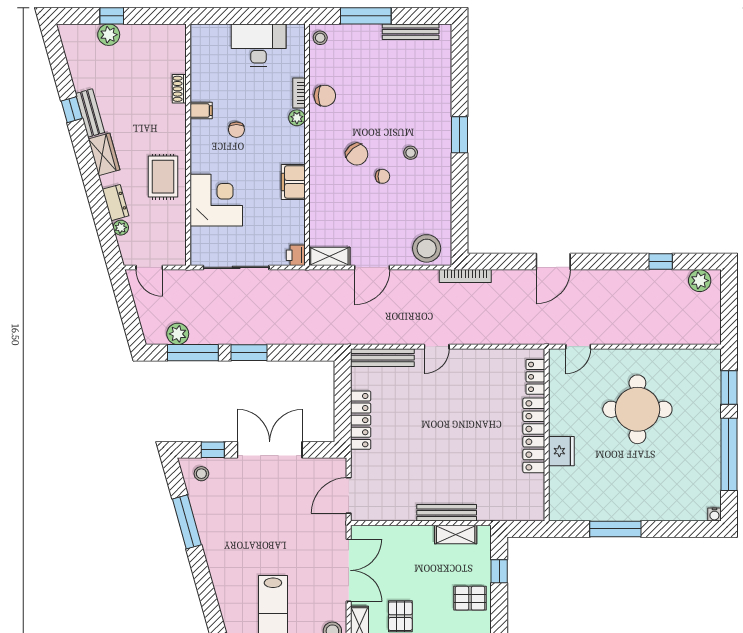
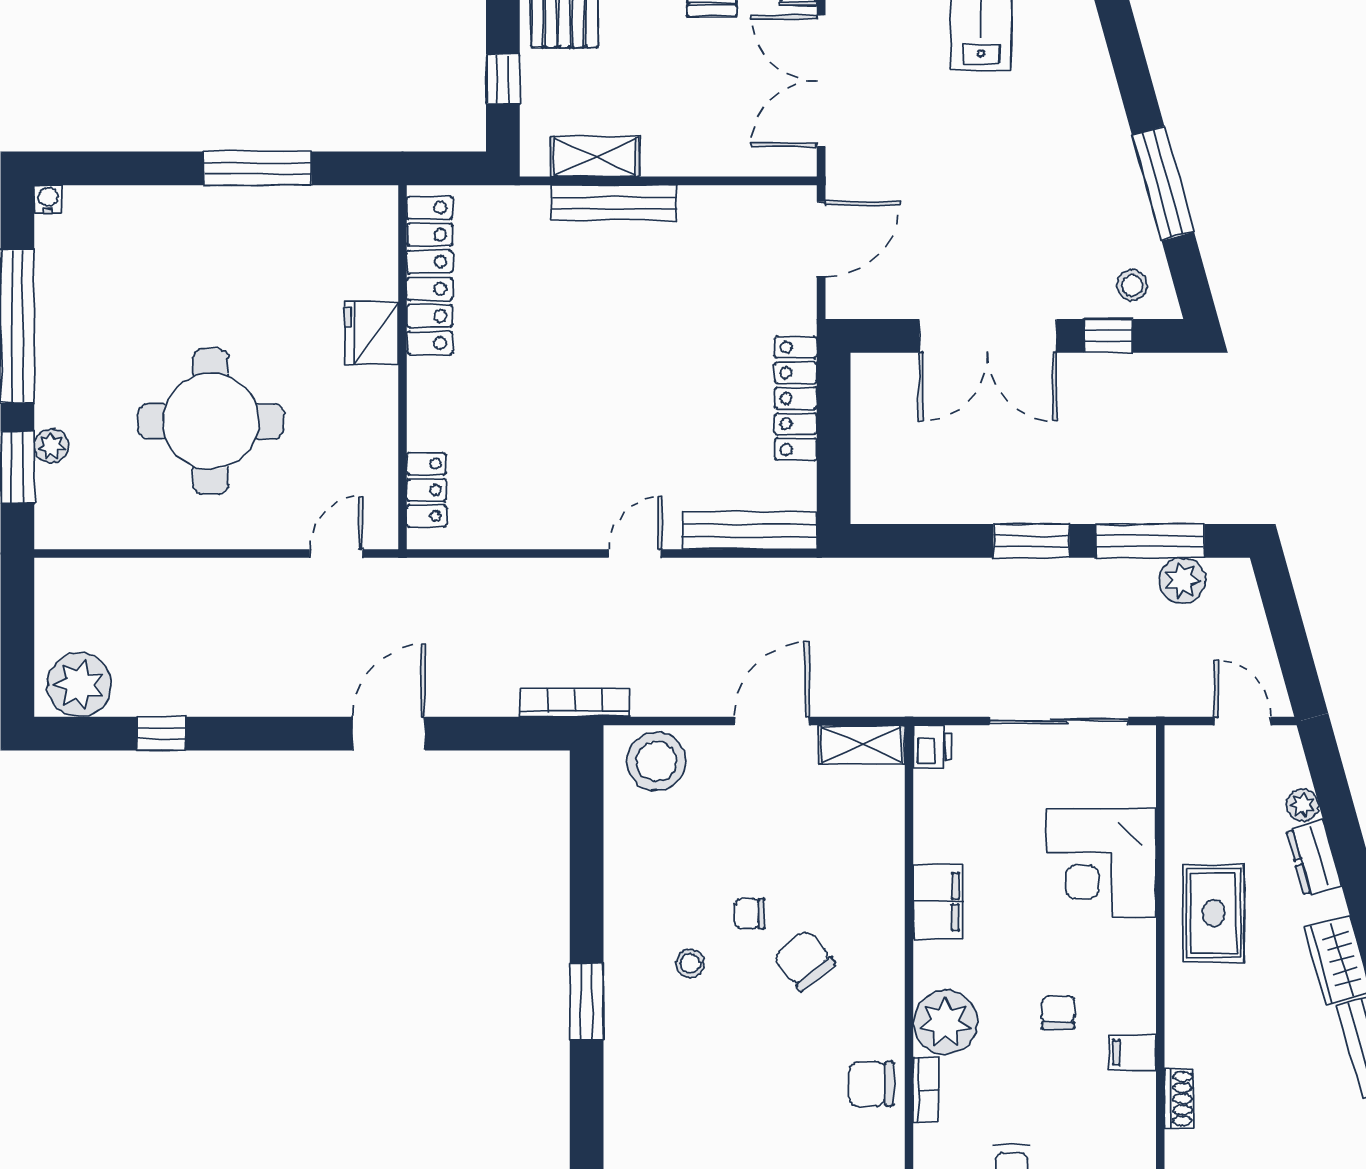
plant: (297, 118) -> (945, 1022), width x1.88, depth x1.88
plant: (700, 281) -> (79, 685), width x1.36, depth x1.36
plant: (713, 398) -> (51, 446), added
locker: (534, 435) -> (430, 275), moved

